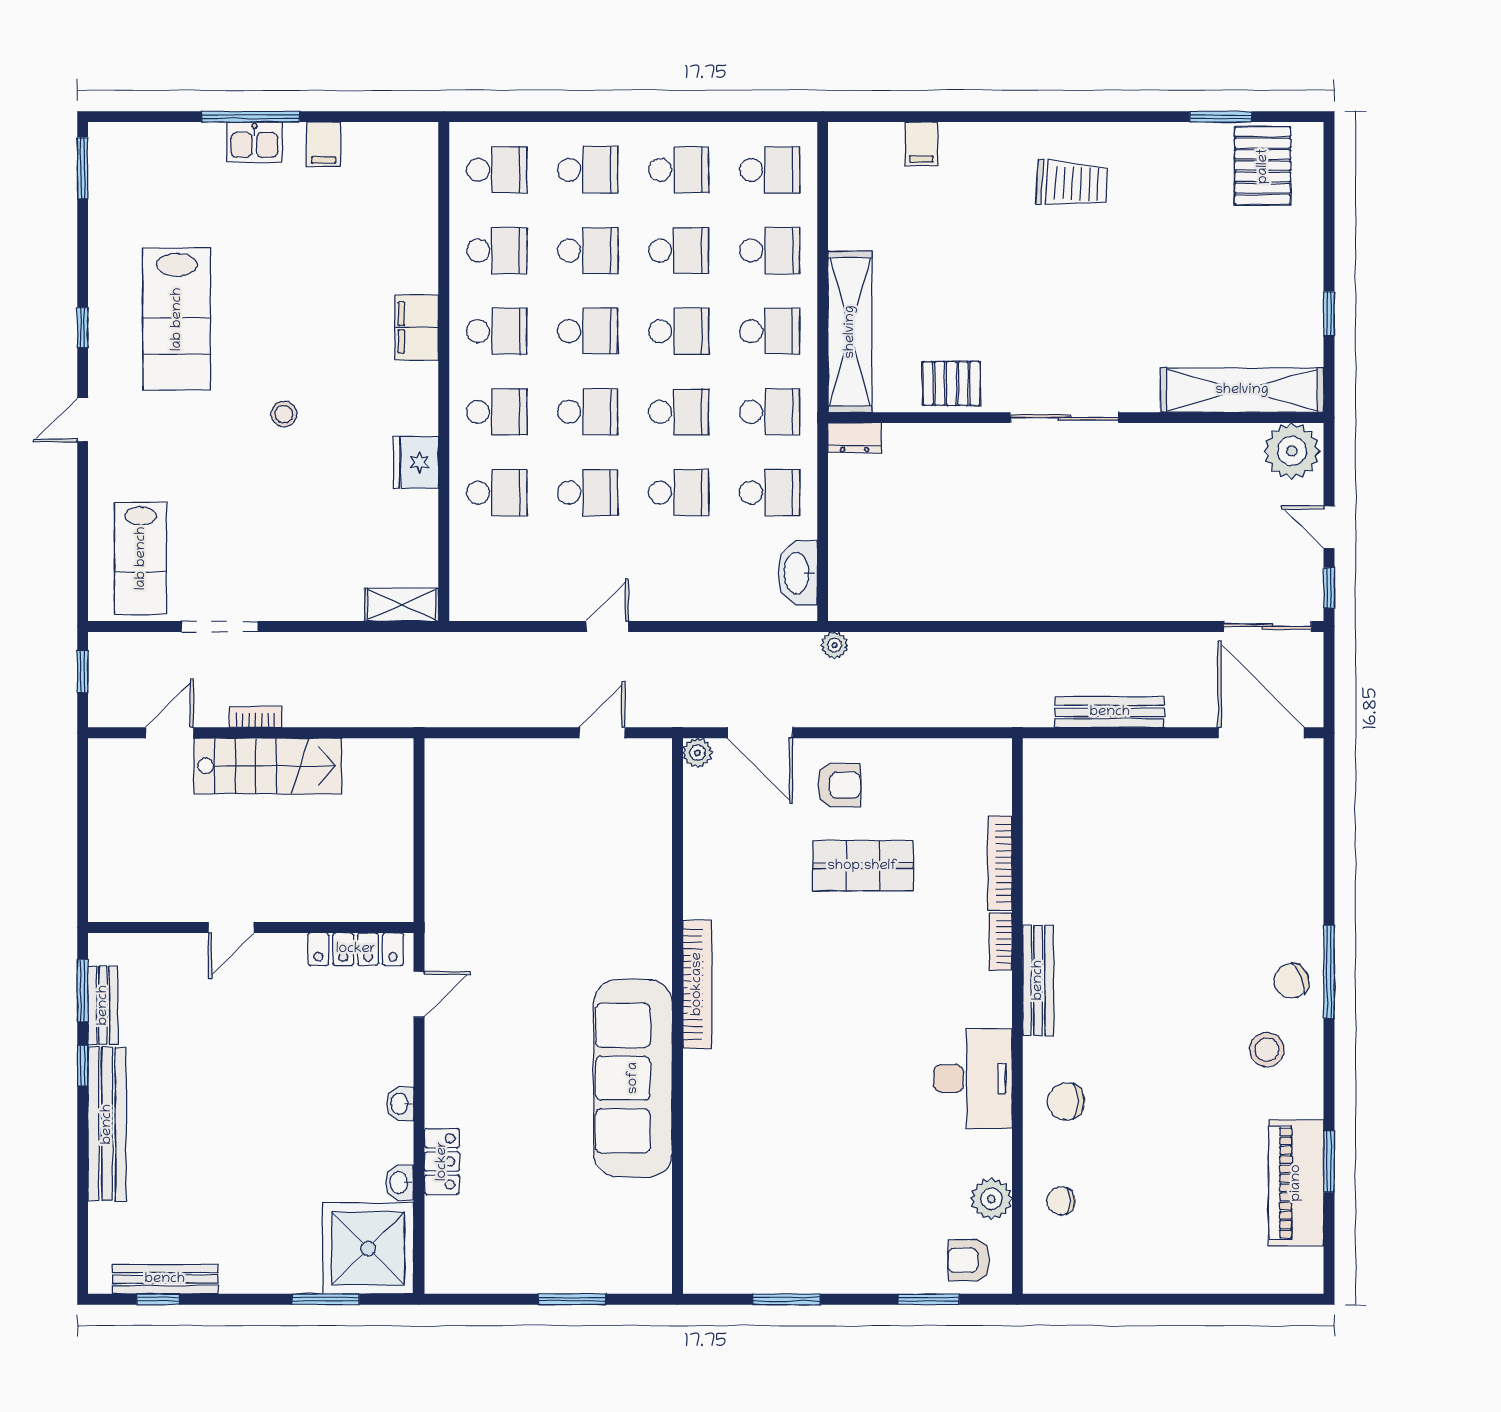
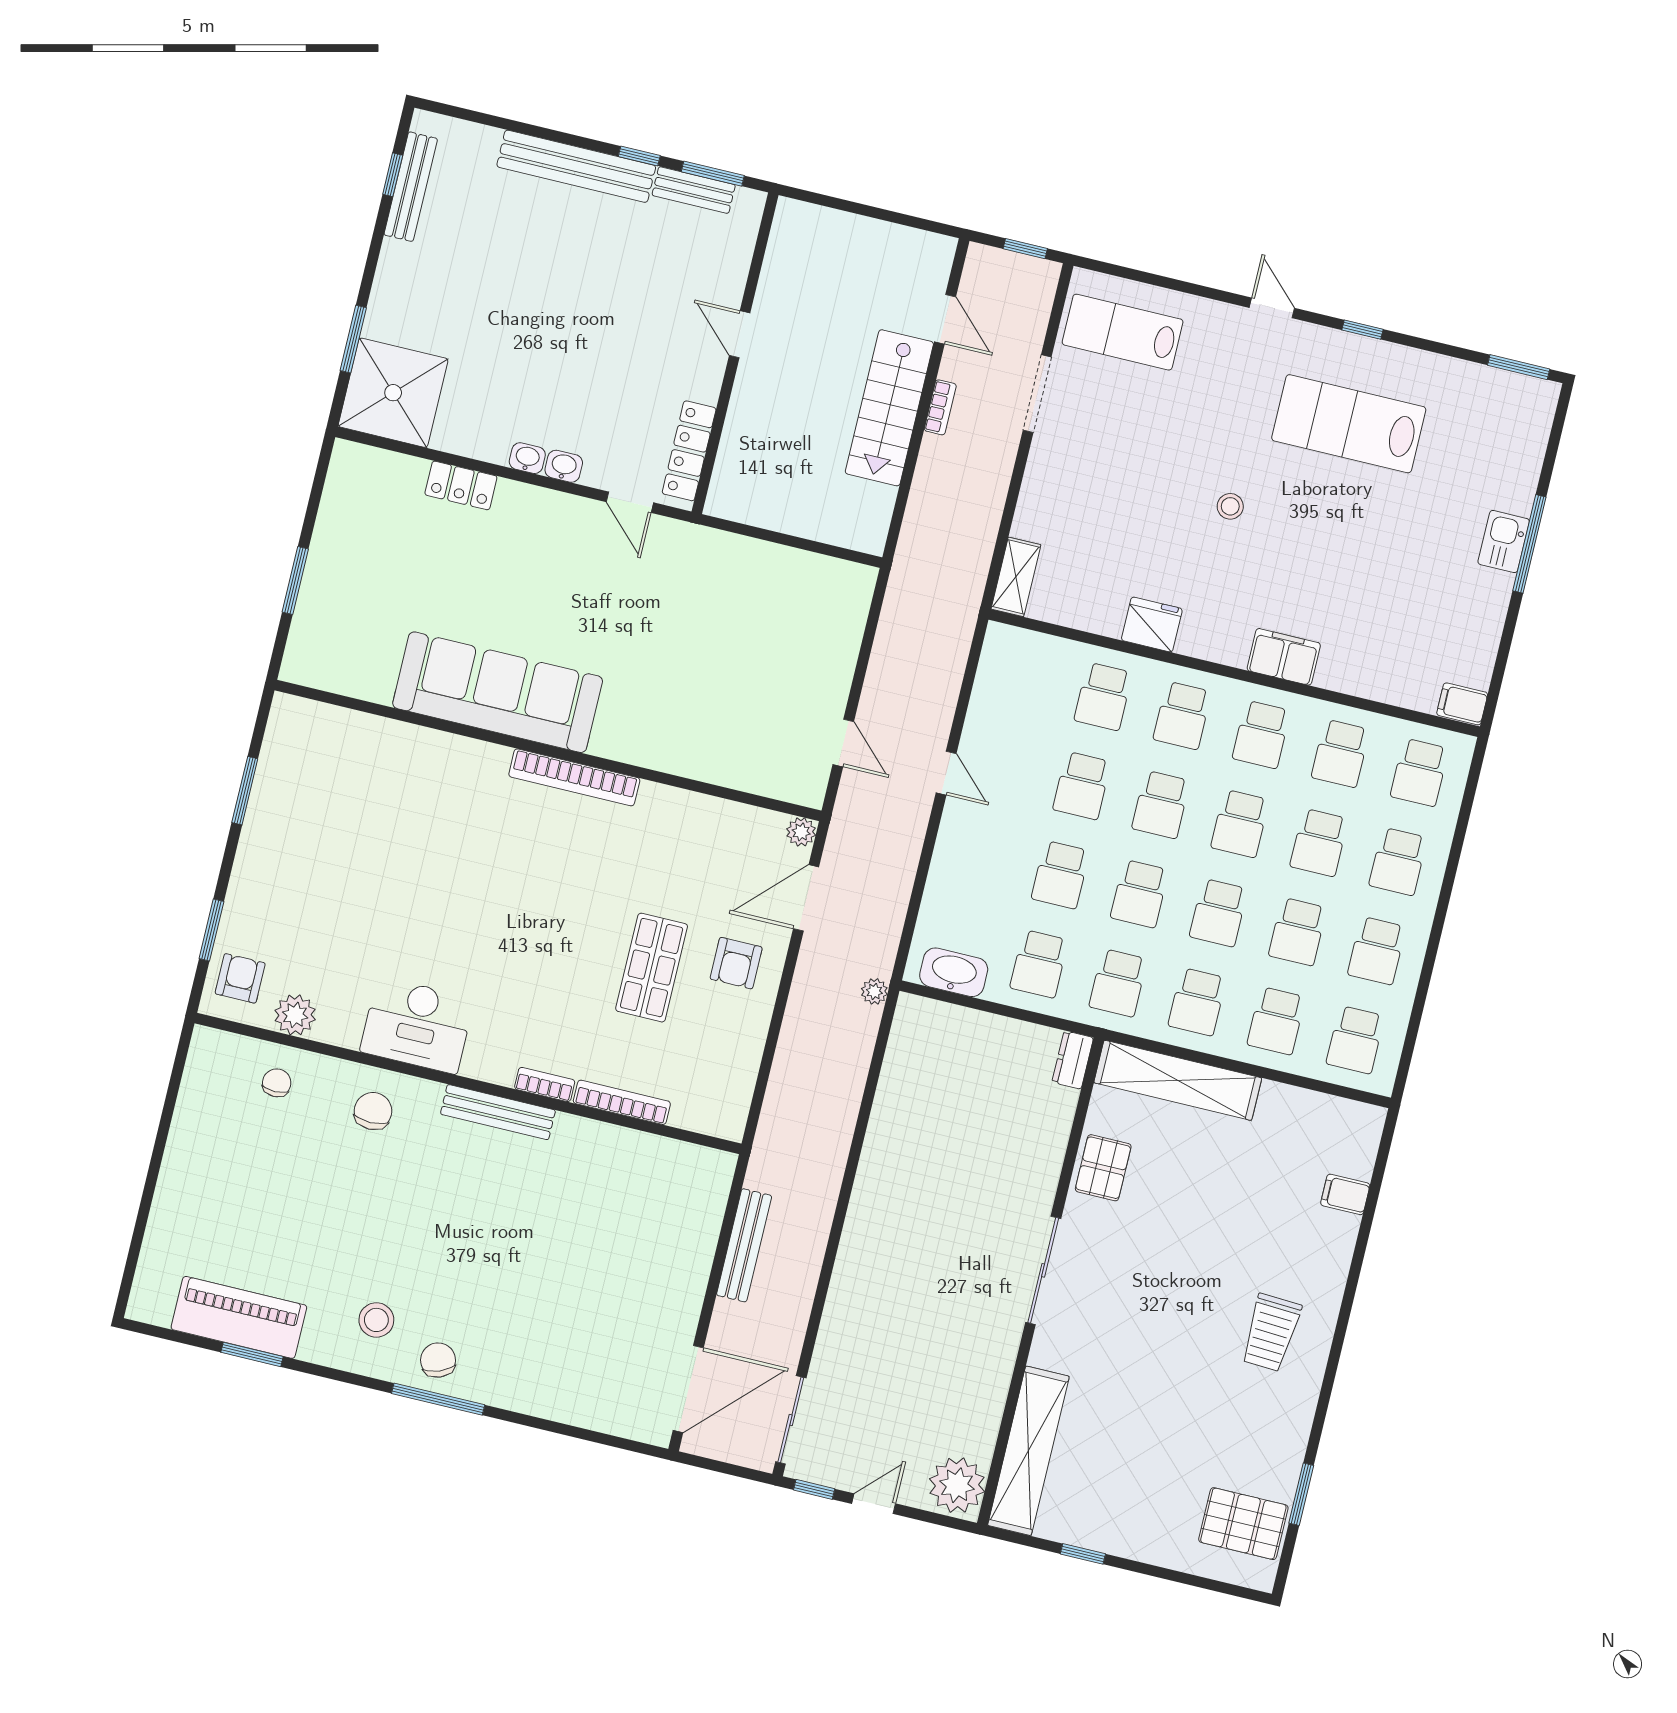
filing cabinet: (323, 144) -> (1462, 704), moved
washbasin: (400, 1182) -> (564, 466), moved

